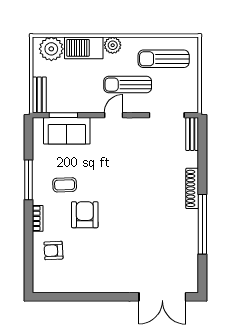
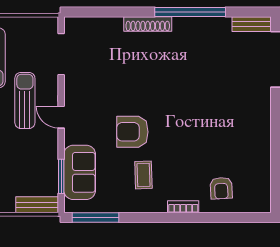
sun lounger: (128, 85) -> (25, 100), turned 180
bench: (192, 134) -> (252, 24), moved
window: (29, 180) -> (95, 218), moved
armchair: (85, 215) -> (132, 132), moved

